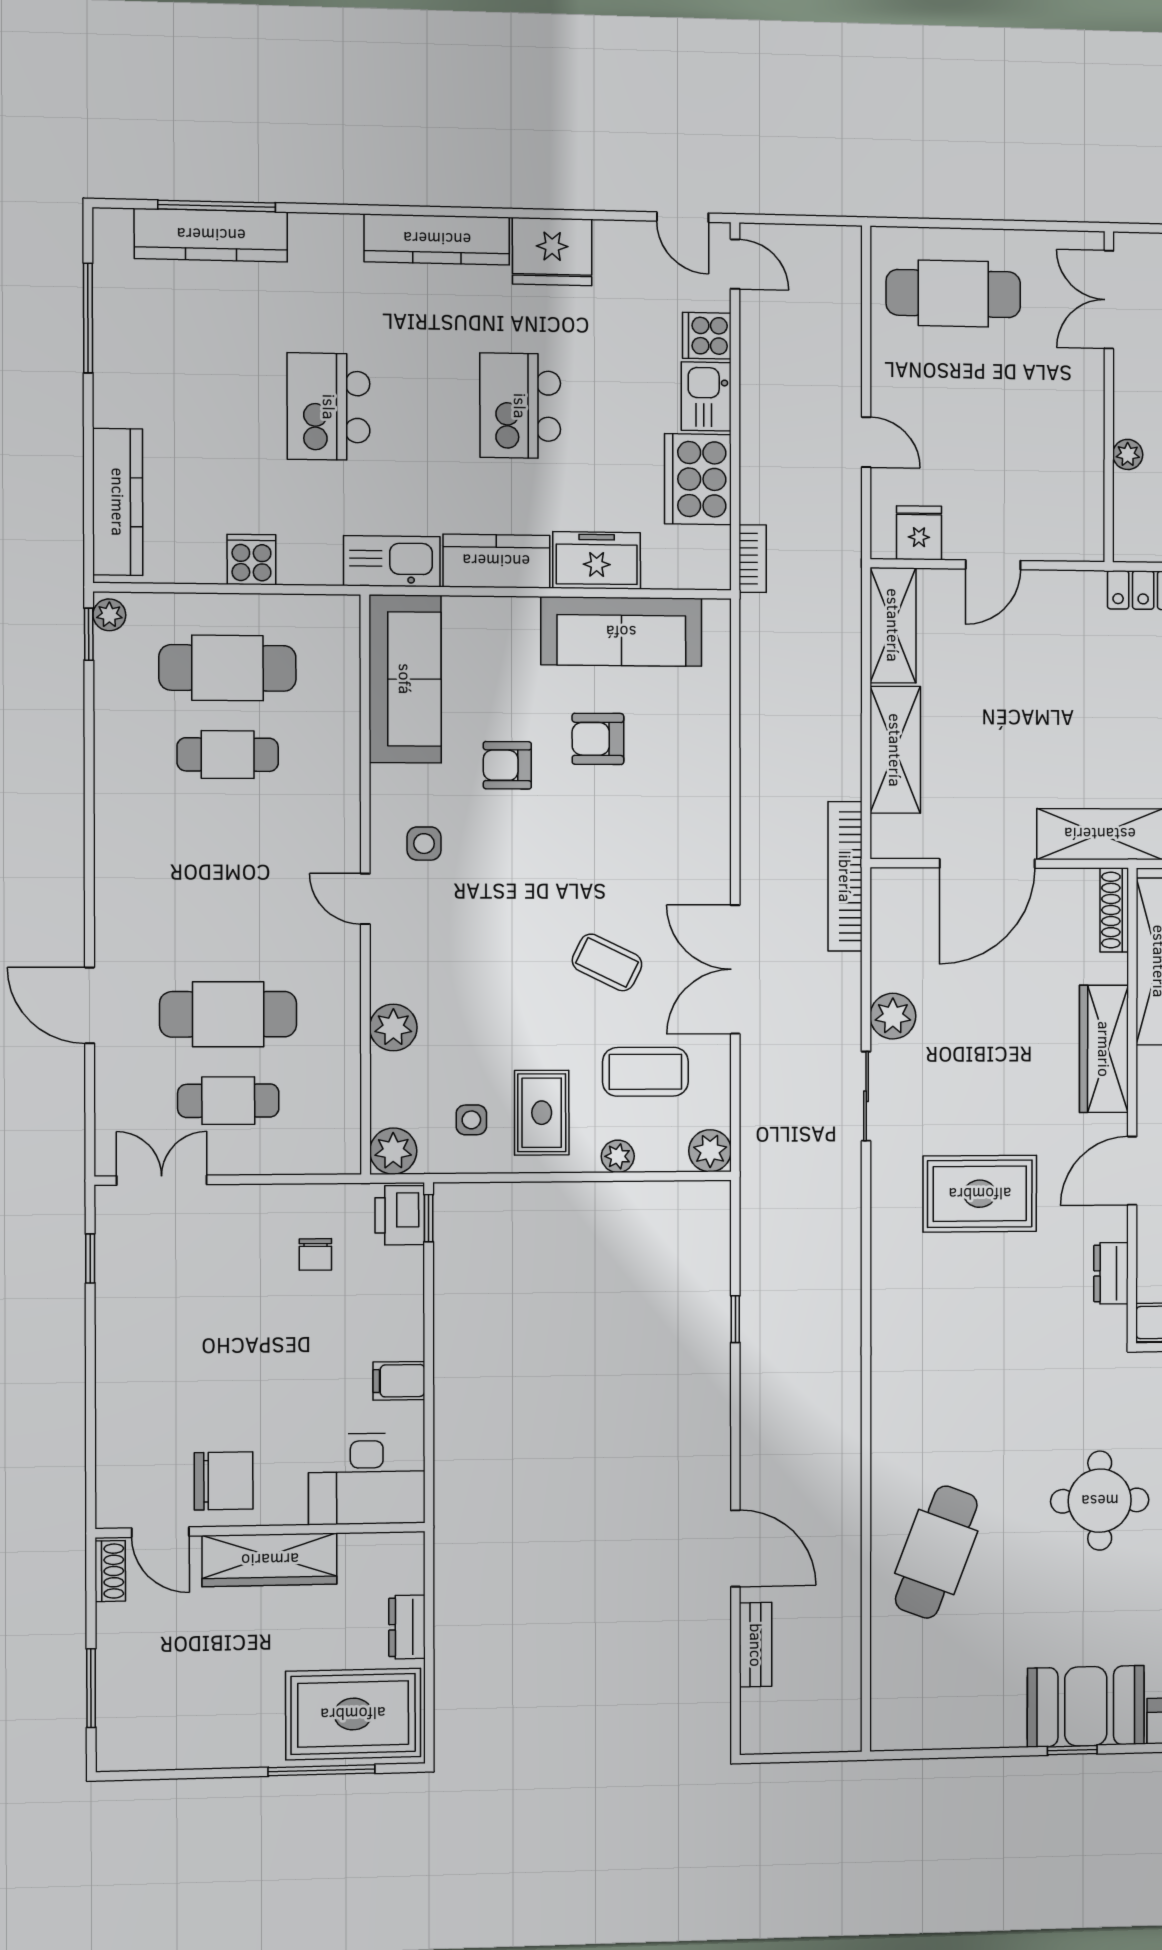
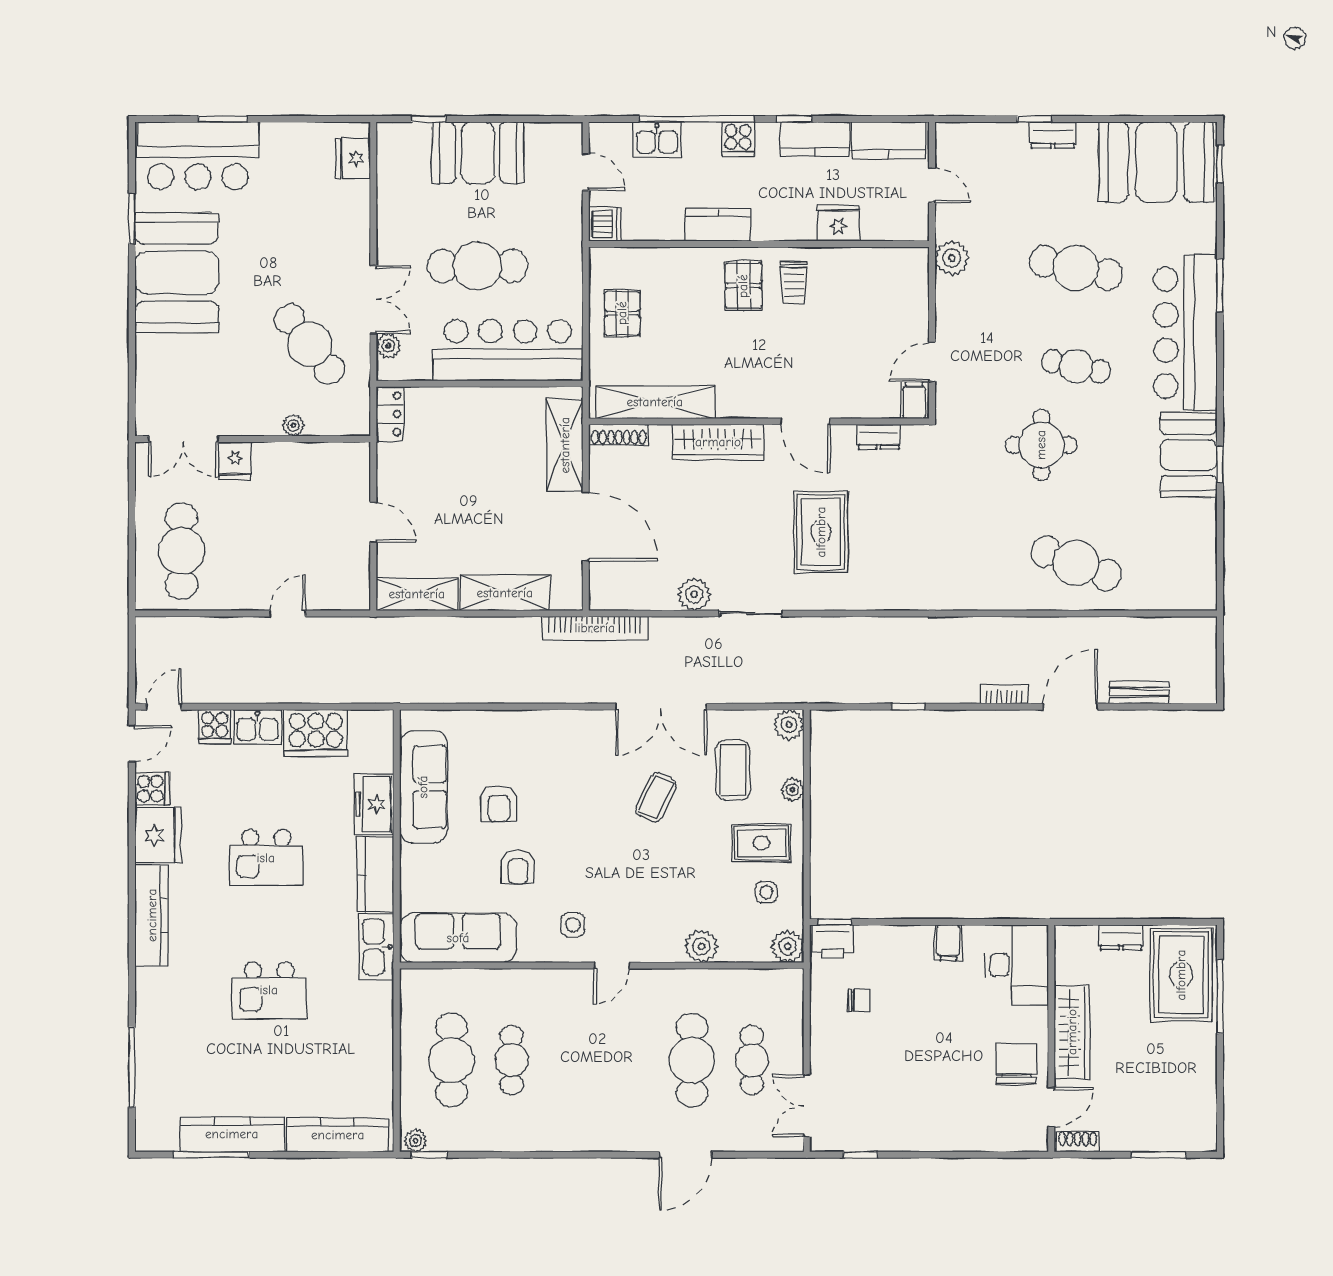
kitchen counter: (211, 235) -> (232, 1134), moved, turned -90
fridge: (919, 533) -> (235, 461), moved, turned -90
bookcase: (753, 559) -> (1004, 694), moved
cooker: (251, 560) -> (152, 789), moved, turned 180

